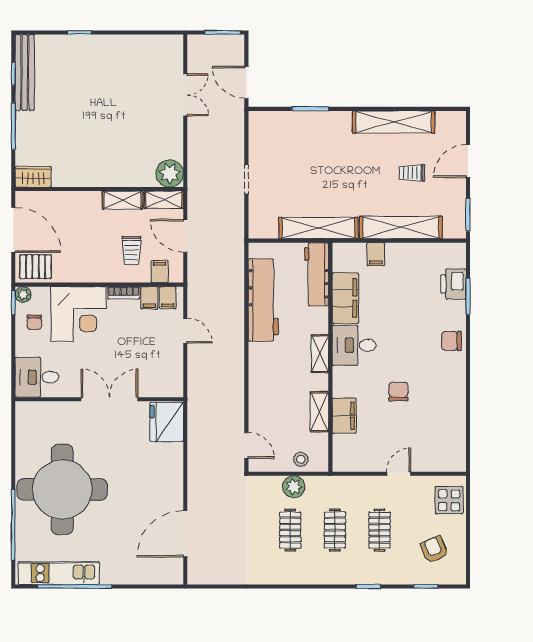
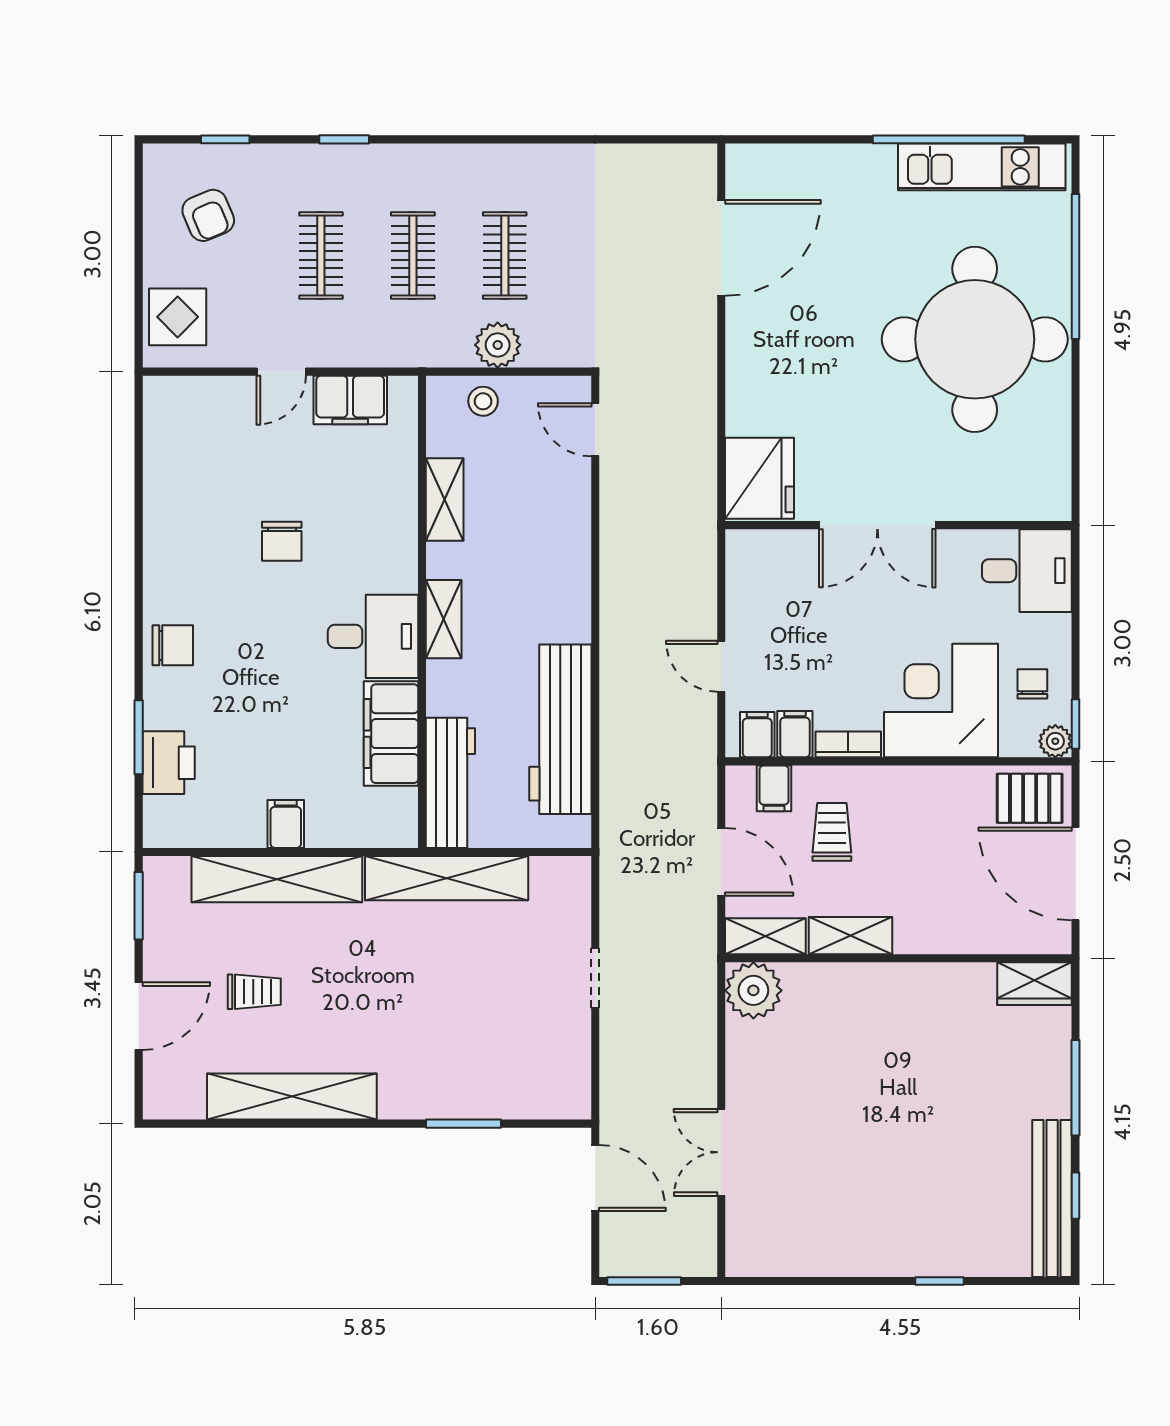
filing cabinet: (376, 254) -> (286, 824), moved
filing cabinet: (344, 416) -> (350, 400), moved, turned -90

